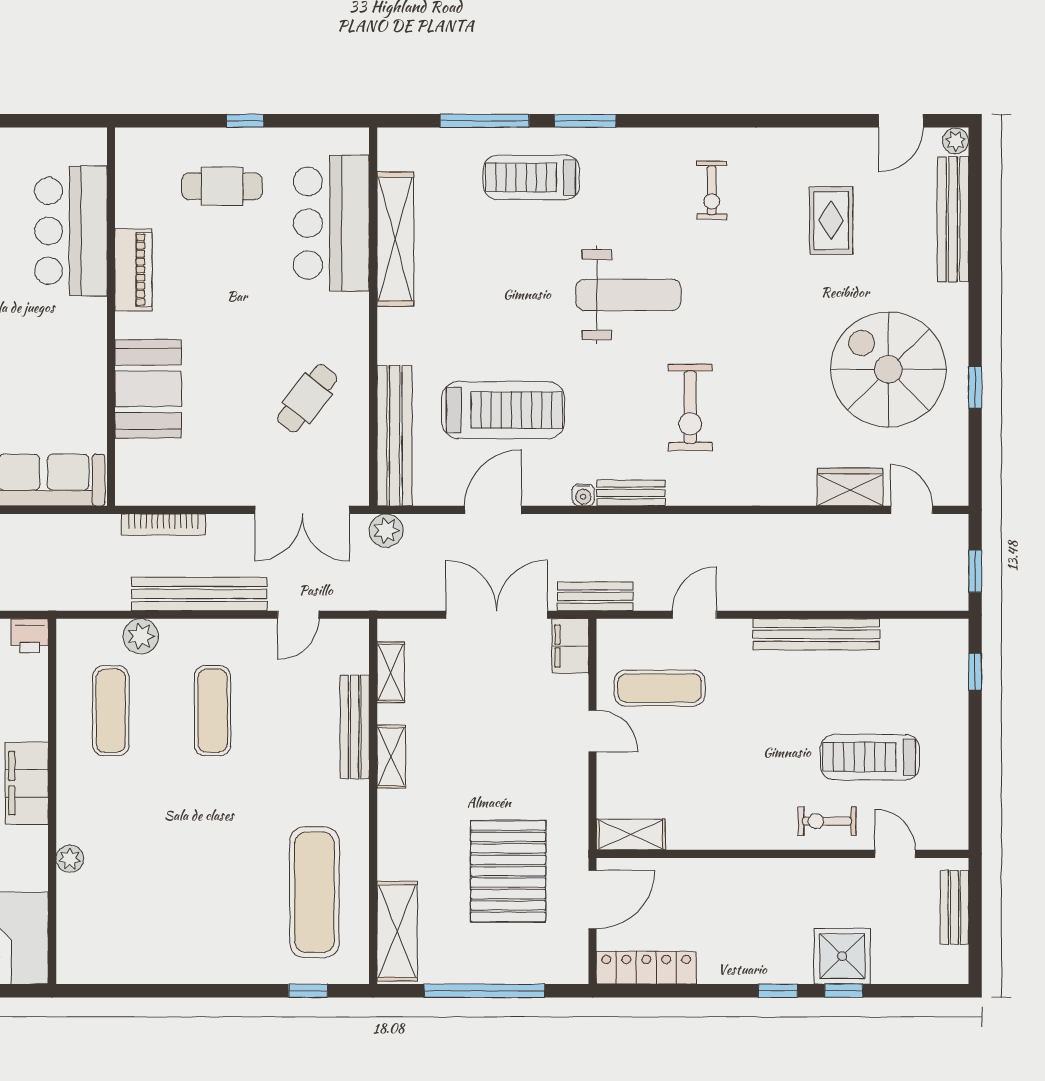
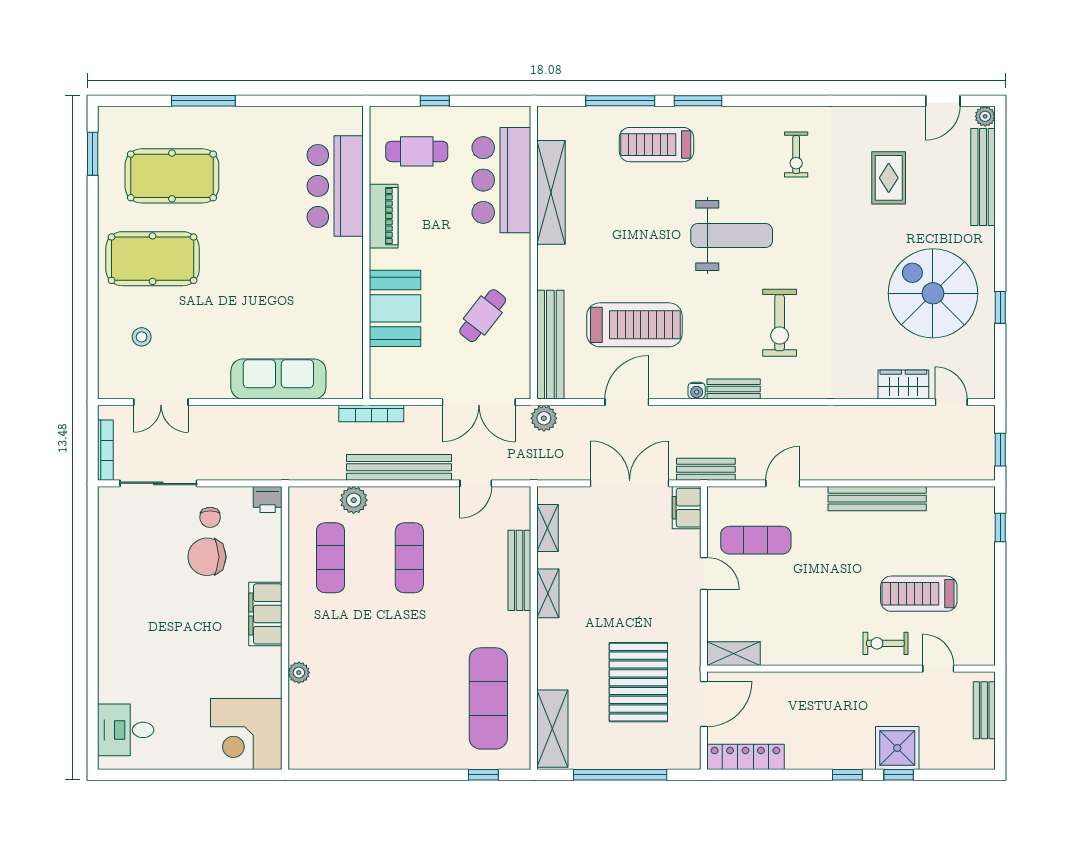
bar counter: (71, 231) -> (335, 186), moved
piano: (133, 270) -> (384, 216), moved
wall: (111, 317) -> (366, 252), moved
booth: (148, 389) -> (395, 308), moved

